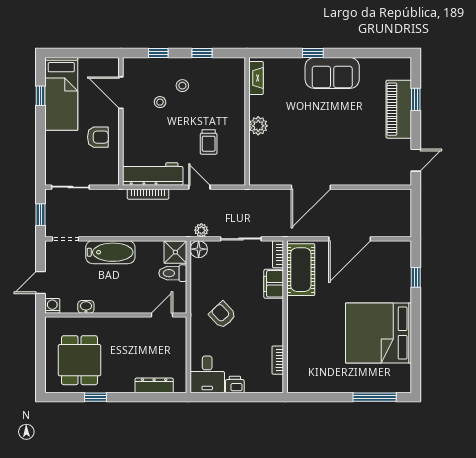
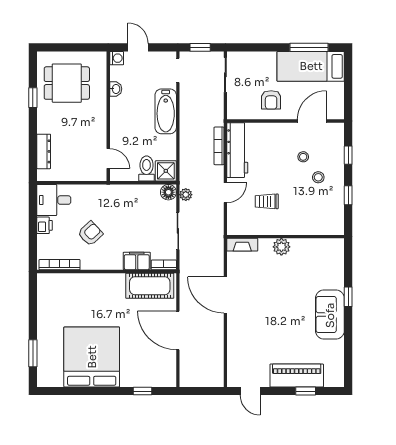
fireplace: (256, 78) -> (242, 245), moved
window: (40, 96) -> (309, 47), width x2.17
armchair: (222, 315) -> (90, 233), moved
bookcase: (278, 360) -> (60, 265), width x1.56
window: (375, 397) -> (33, 353), width x0.69

